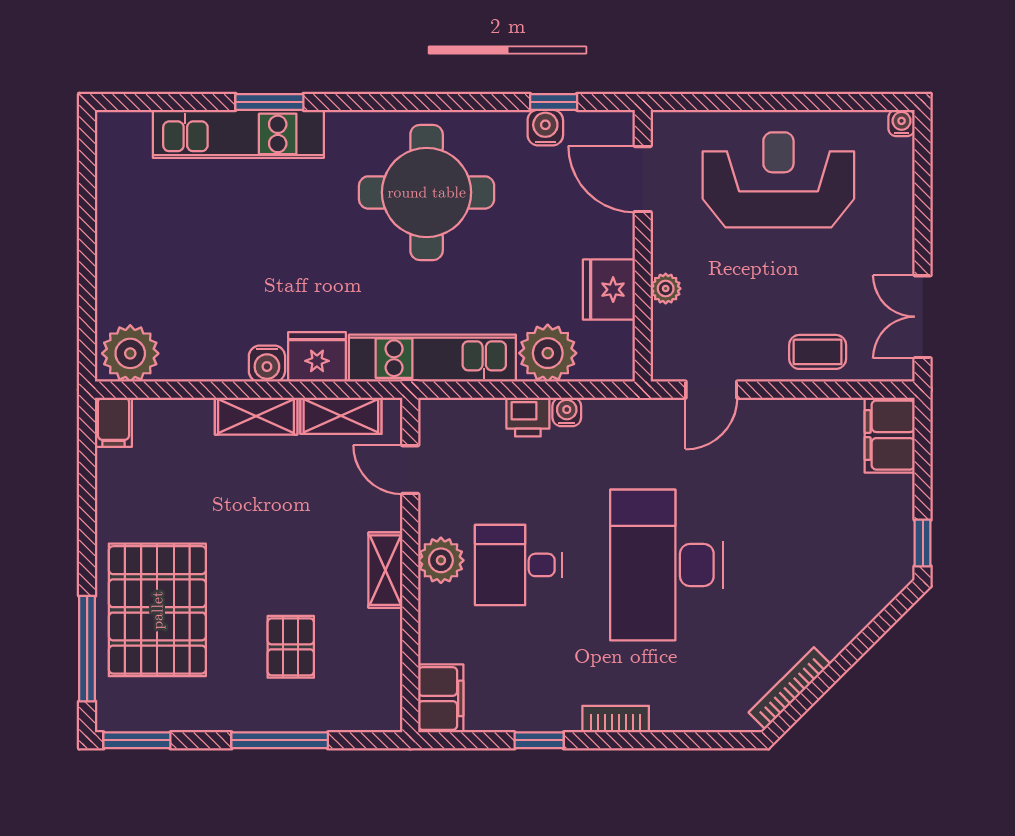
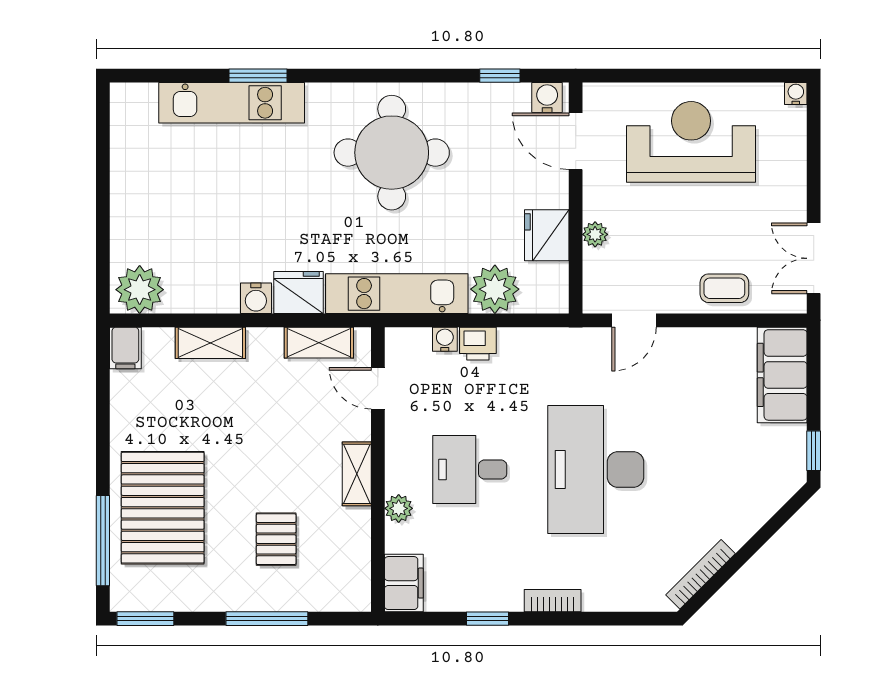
water cooler: (545, 128) -> (547, 97), moved
water cooler: (567, 412) -> (445, 339), moved
shelving: (256, 416) -> (210, 343), moved
filing cabinet: (890, 435) -> (782, 375), width x1.50, depth x1.17
plant: (441, 560) -> (399, 508), moved, width x0.73, depth x0.73

